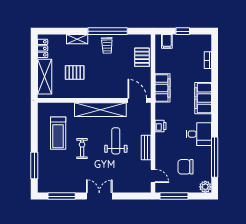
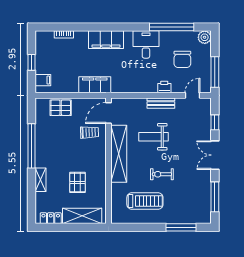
trolley: (107, 45) -> (89, 132), moved
printer: (161, 126) -> (164, 87), moved
window: (129, 196) -> (215, 122), added

